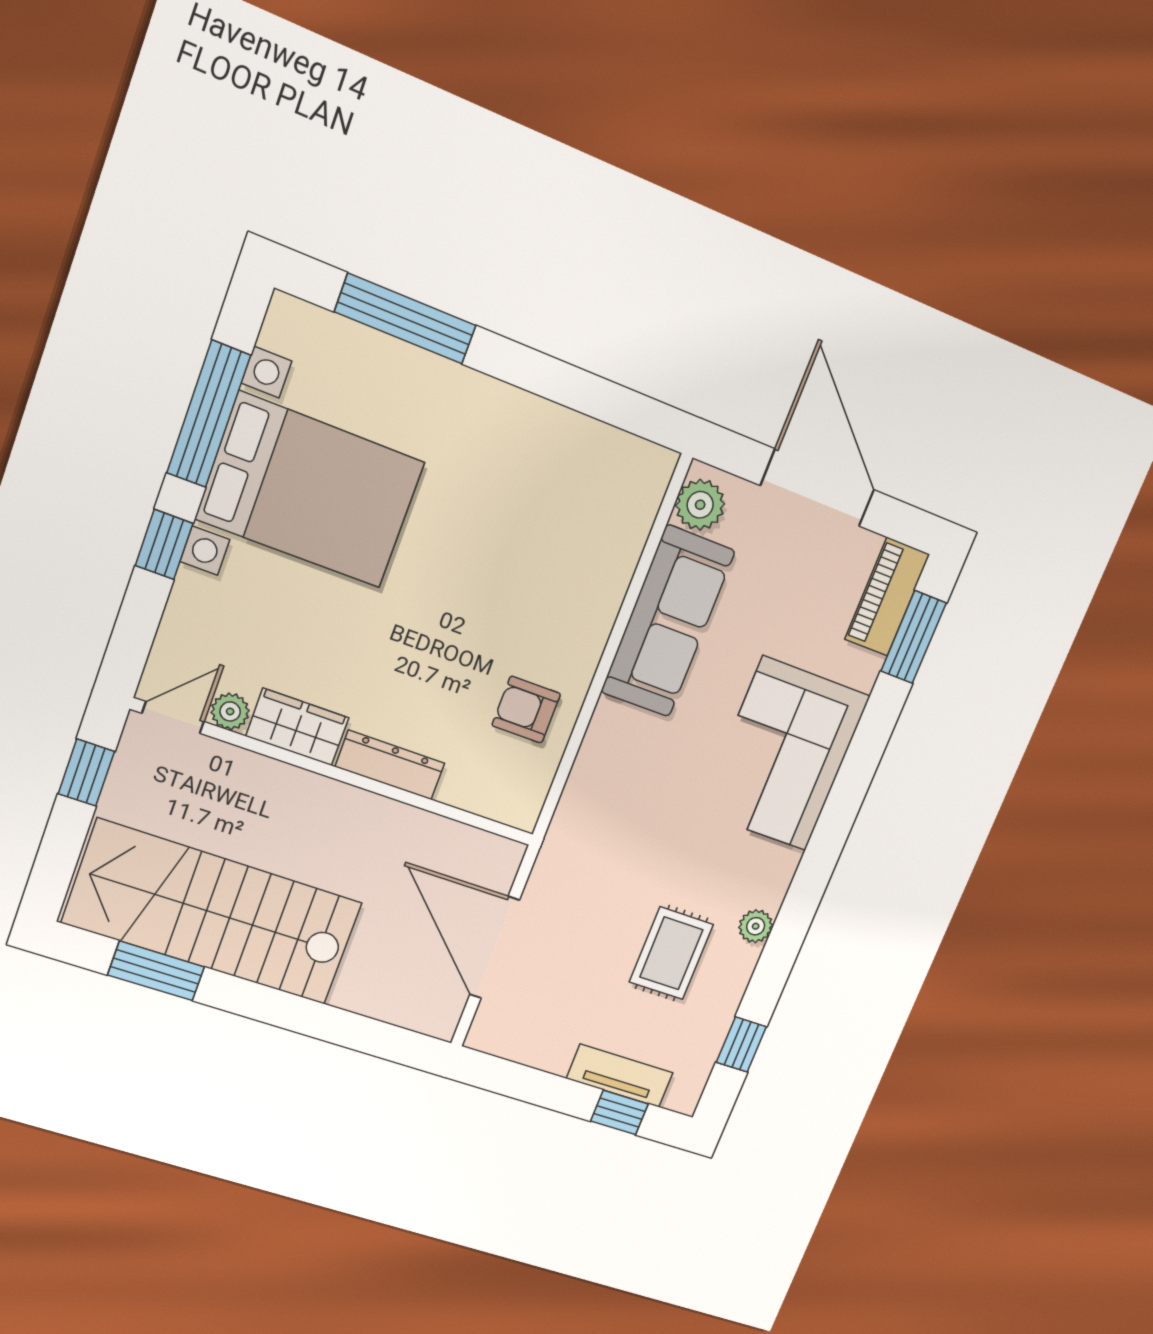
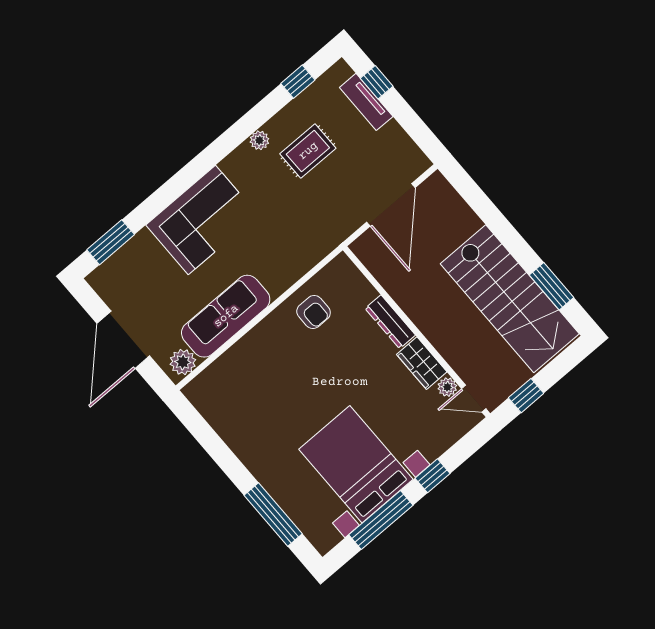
piano: (887, 597) -> (114, 269), removed

